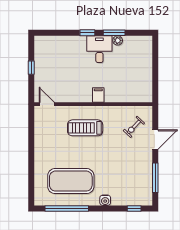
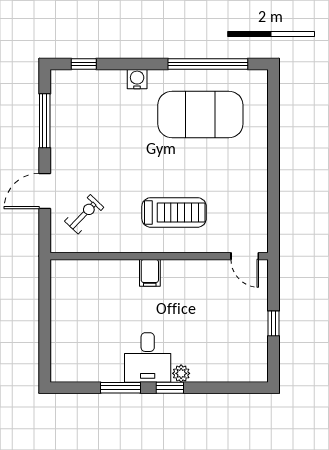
plant: (118, 40) -> (181, 373), moved

